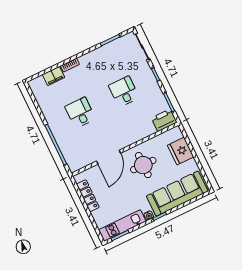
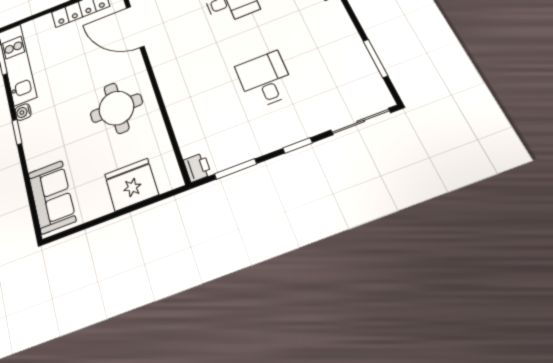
desk: (124, 92) -> (265, 80), turned -90
printer: (164, 120) -> (197, 167), width x0.53, depth x0.68
door: (109, 157) -> (135, 27), moved
sofa: (177, 194) -> (52, 197), width x0.54, depth x0.79

